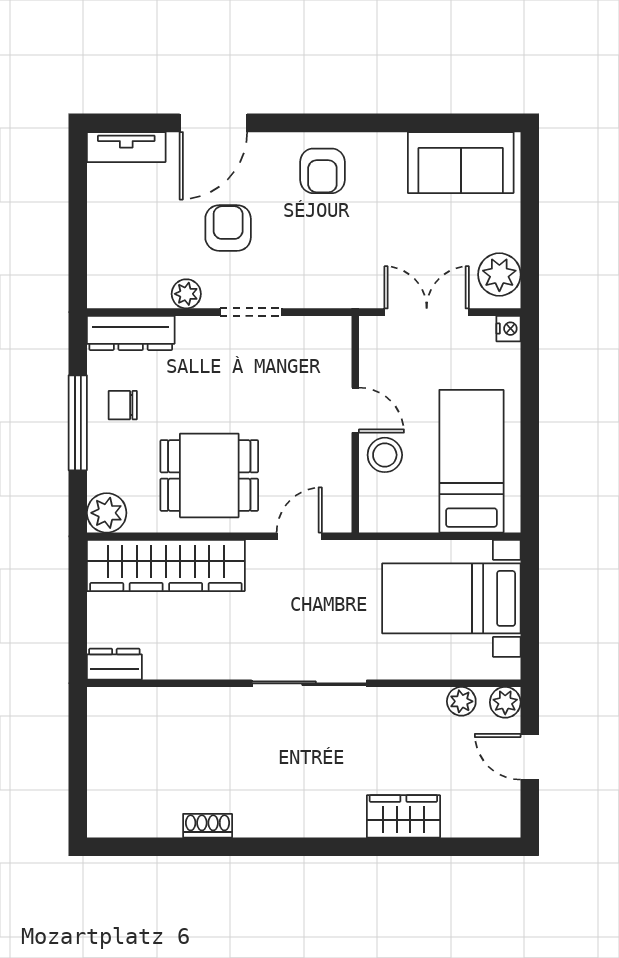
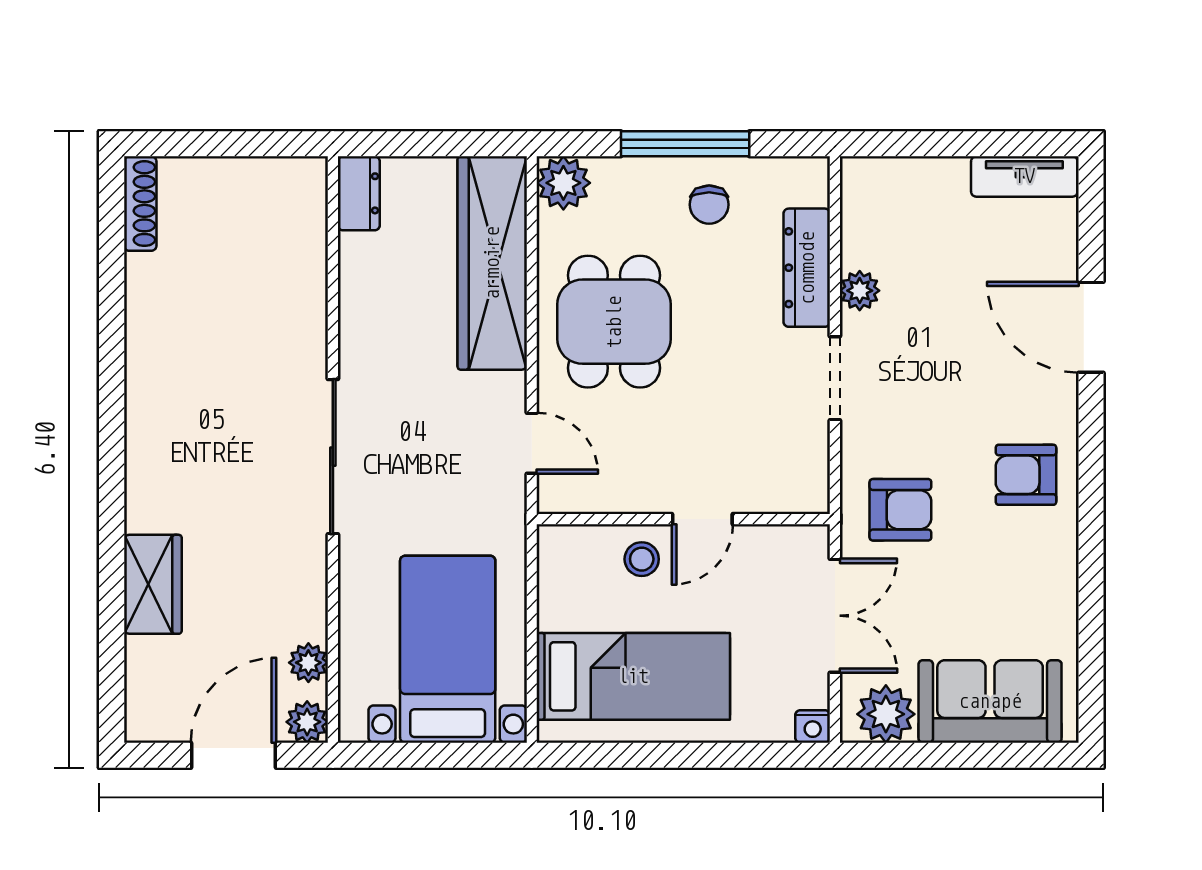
tv unit: (126, 147) -> (1024, 176), moved, turned -90
sofa: (461, 163) -> (990, 701), moved, turned 90
armchair: (228, 228) -> (900, 510), moved
dresser: (131, 333) -> (807, 268), moved
chair: (123, 405) -> (709, 205), turned 180
stool: (385, 455) -> (642, 559), width x0.73, depth x0.73
door: (530, 757) -> (233, 755), width x1.38
shoe rack: (208, 826) -> (140, 204), moved, width x1.43

